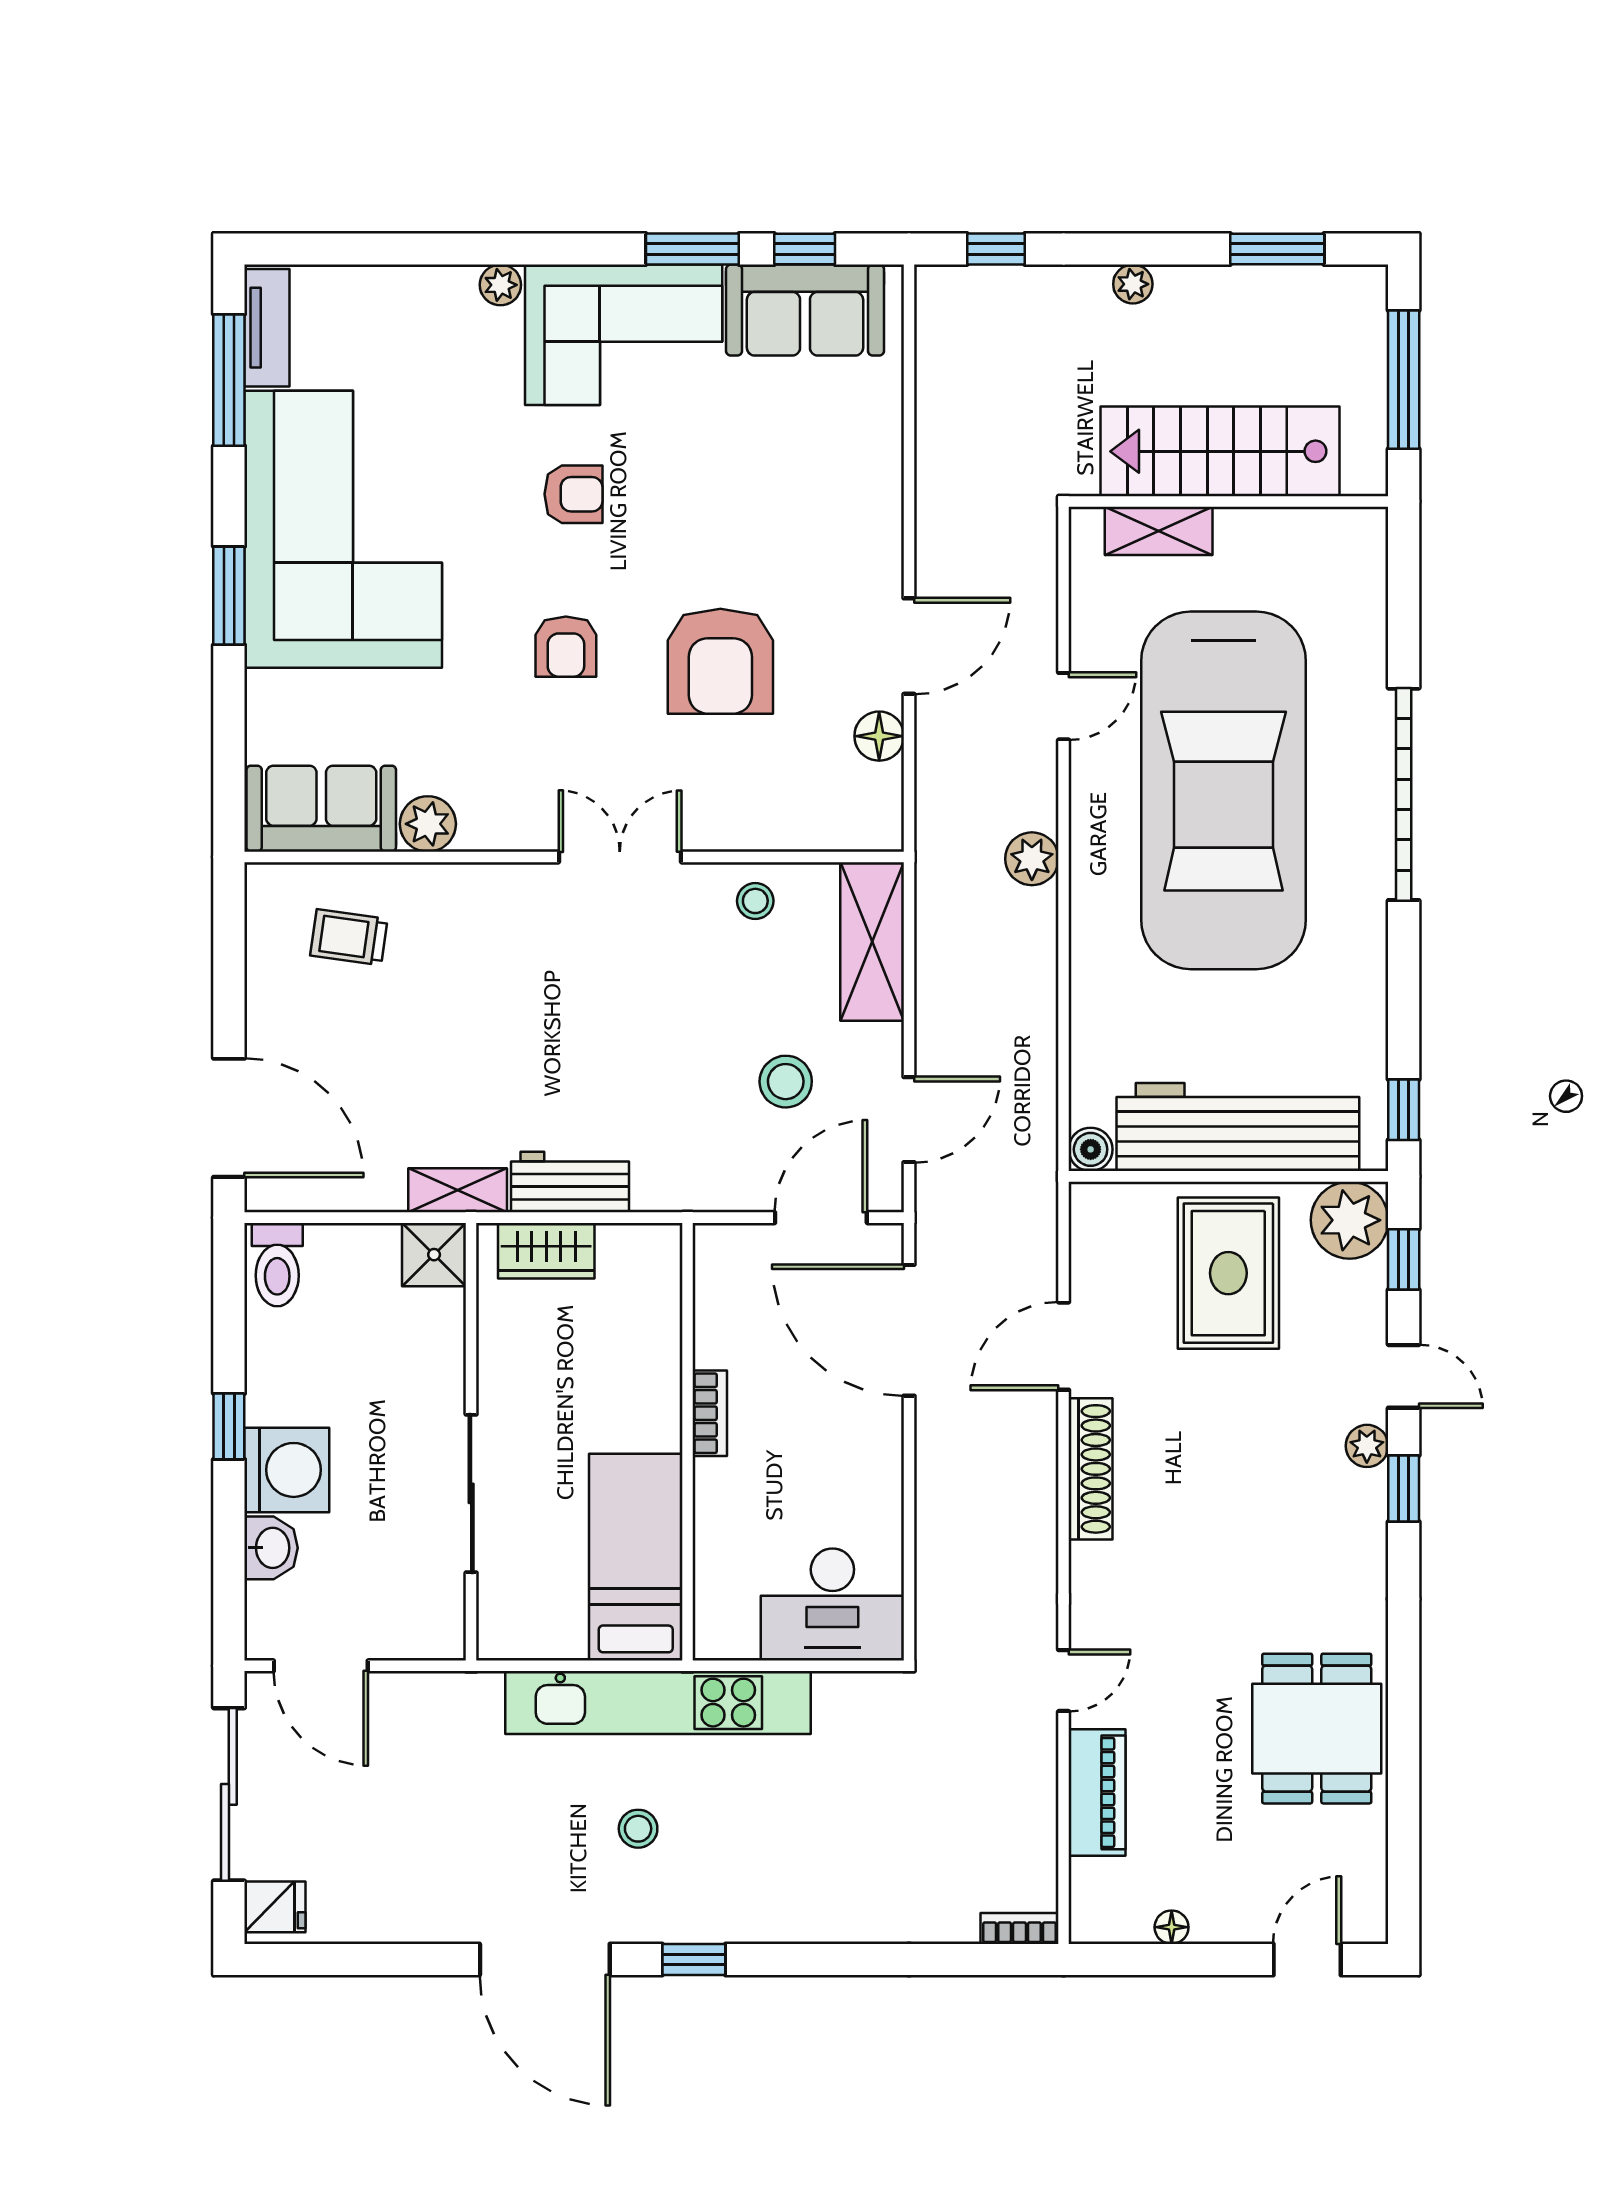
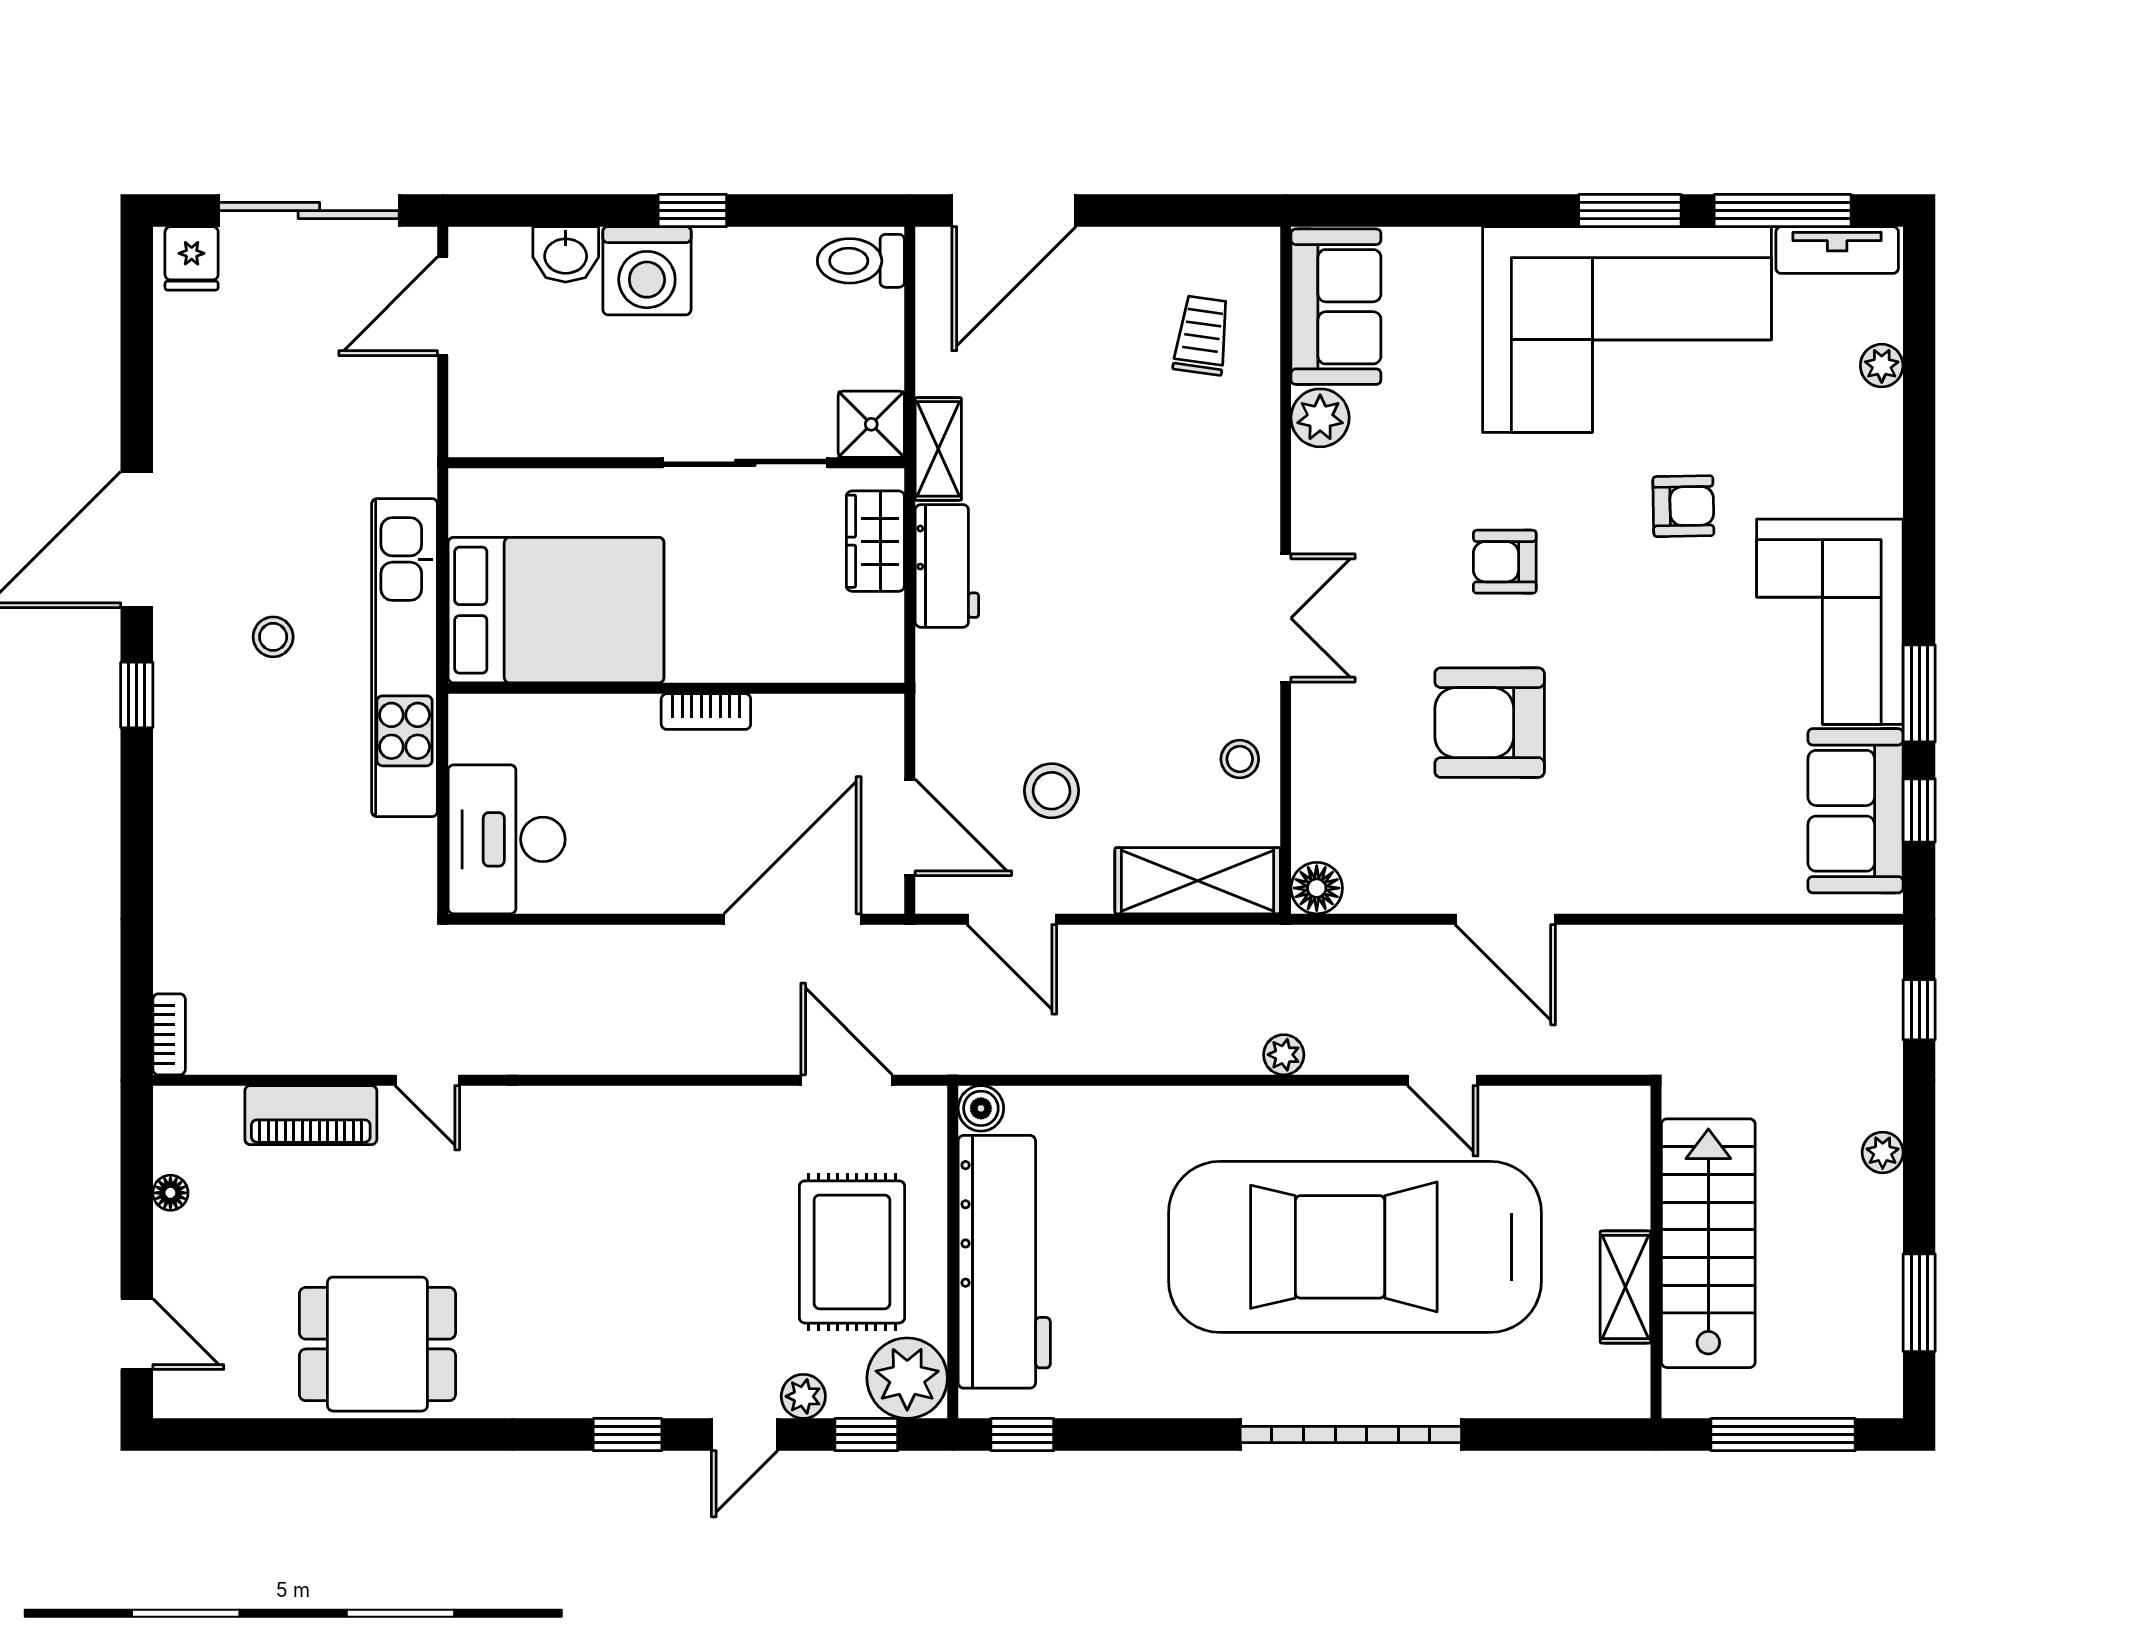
plant: (500, 285) -> (1882, 366), moved
armchair: (573, 494) -> (1683, 506), moved, turned -91
shelving: (1159, 531) -> (1625, 1287), moved
window: (229, 596) -> (1630, 211), moved
floor lamp: (879, 736) -> (1317, 888), moved
plant: (1032, 859) -> (1284, 1055), width x0.73, depth x0.73
rug: (1228, 1273) -> (852, 1252), turned 90
door: (1064, 1346) -> (847, 1080), moved
plant: (1367, 1446) -> (803, 1396), moved
shoe rack: (1091, 1469) -> (648, 1108), removed
sliding door: (471, 1493) -> (745, 463), moved
bed: (636, 1557) -> (556, 610), width x1.50

